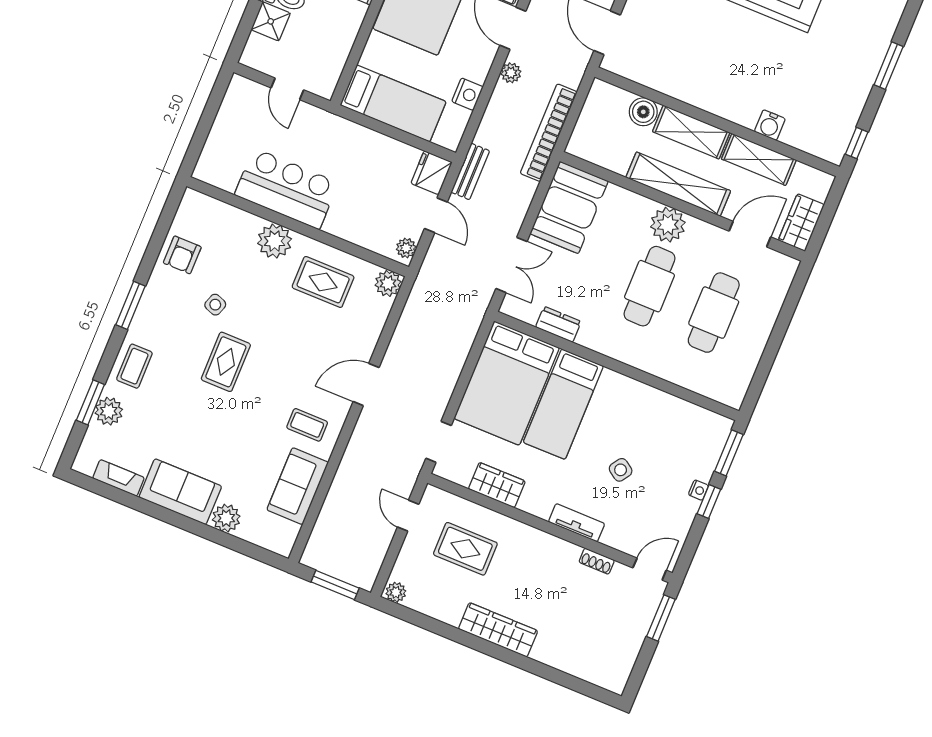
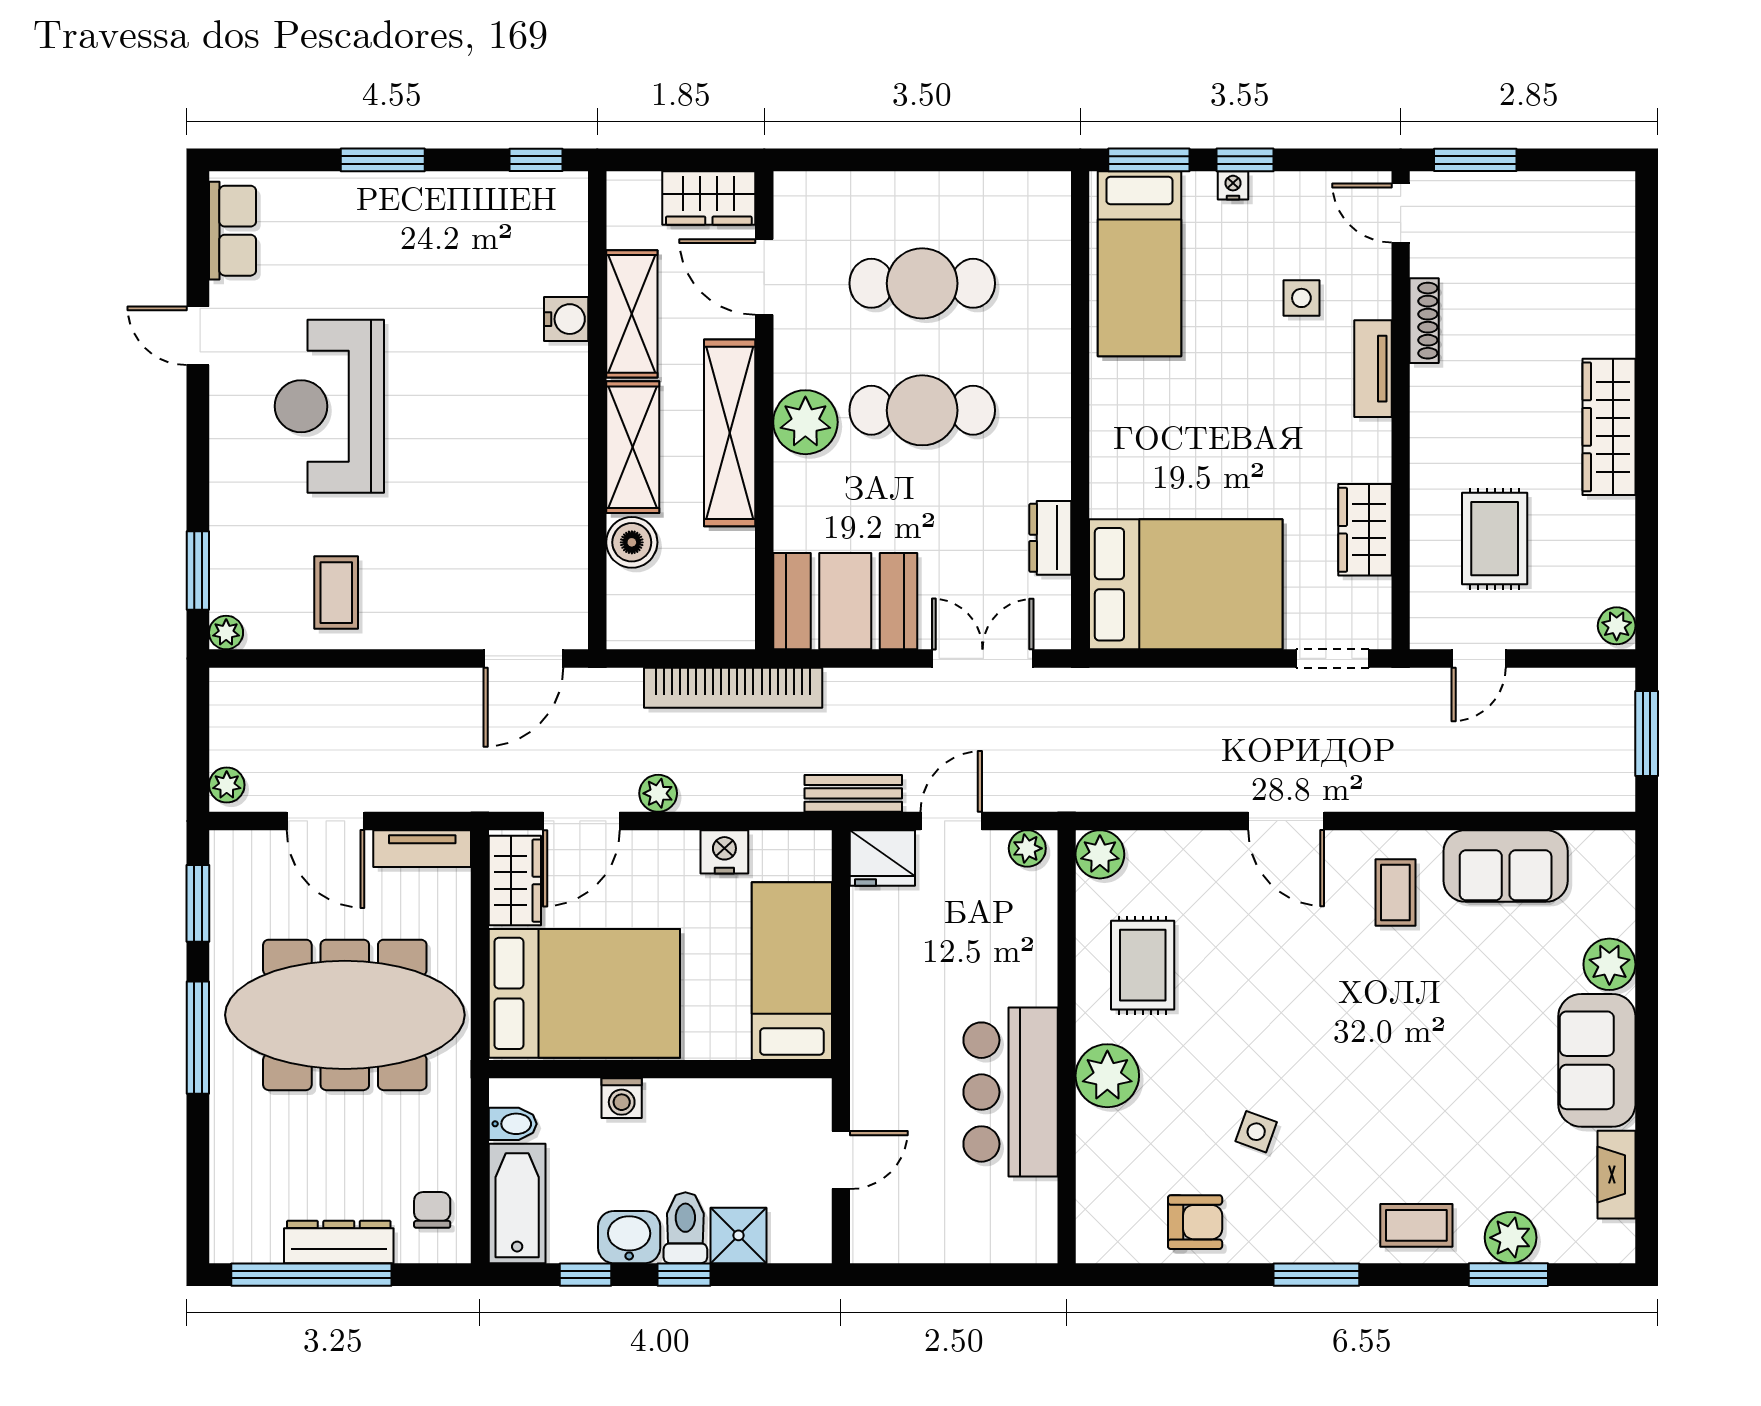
rug: (226, 362) -> (1345, 1074), removed
bed: (563, 404) -> (1139, 264), moved, turned 90
side table: (621, 470) -> (1301, 298), moved, turned -34
shoe rack: (597, 561) -> (1424, 321), width x1.43

